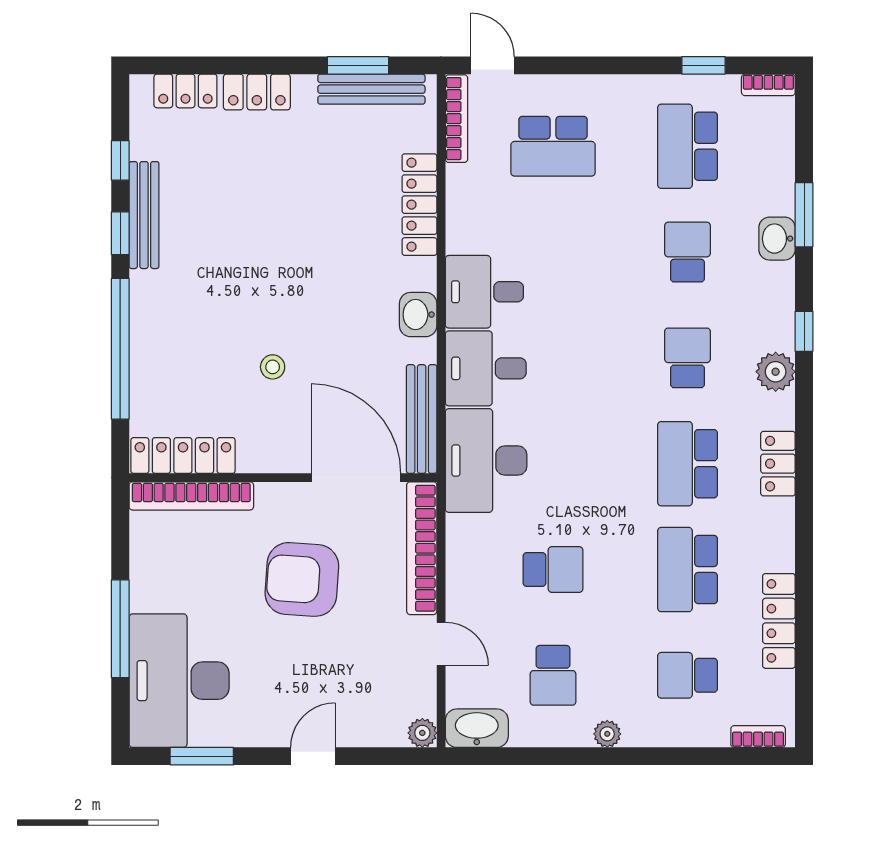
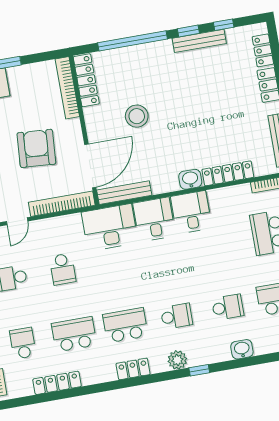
window: (804, 215) -> (256, 360), removed
washbasin: (418, 315) -> (190, 179), moved
stool: (273, 367) -> (137, 116), width x1.89, depth x1.89

